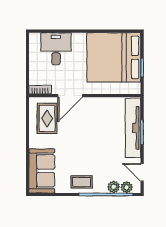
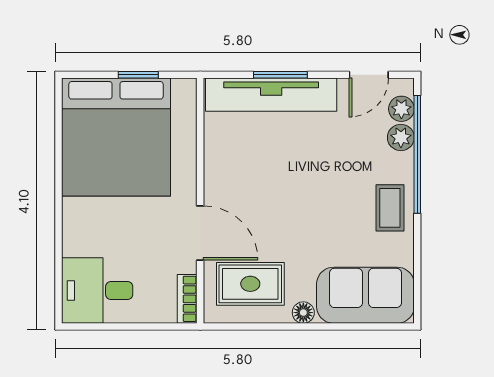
desk: (56, 49) -> (97, 290), moved
floor lamp: (34, 143) -> (303, 313), added

